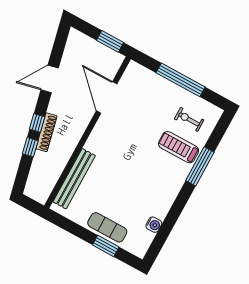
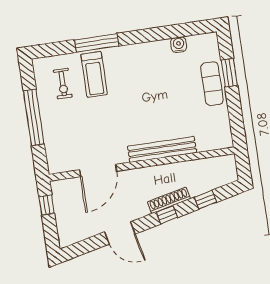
window: (110, 41) -> (47, 205), width x0.67
window: (30, 147) -> (206, 200), moved
bench: (74, 179) -> (162, 149), moved

